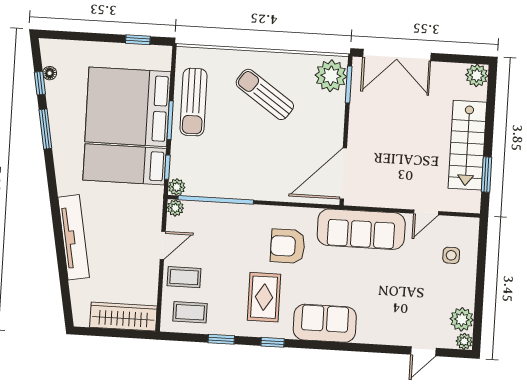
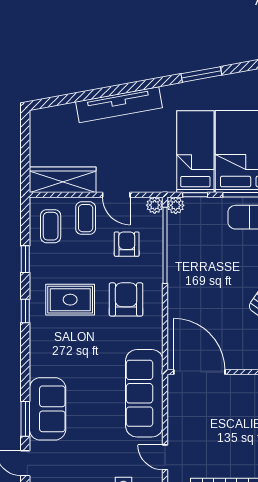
window: (45, 129) -> (201, 74), moved
armchair: (212, 238) -> (127, 244), added
armchair: (288, 246) -> (126, 299), moved
wardrobe: (123, 317) -> (63, 180), moved, turned -90
sofa: (325, 323) -> (48, 409), moved
window: (380, 349) -> (25, 419), added

